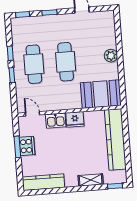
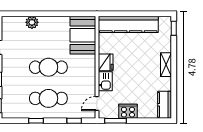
plant: (111, 56) -> (32, 22), moved
window: (12, 75) -> (74, 121), moved
window: (17, 147) -> (115, 121), moved
shelving: (91, 180) -> (166, 65), moved
kitchen counter: (43, 182) -> (165, 105), width x0.67

